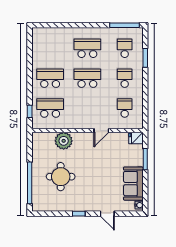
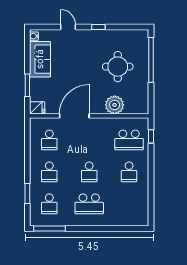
school desk: (50, 78) -> (129, 172), width x0.54
school desk: (87, 78) -> (89, 172), width x0.54
door: (101, 130) -> (74, 116), width x1.88

